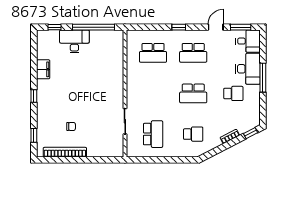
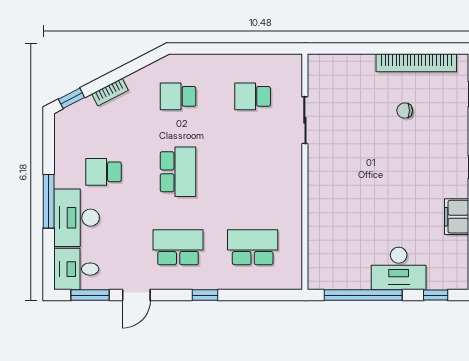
school desk: (193, 93) -> (178, 172), turned 90
school desk: (153, 134) -> (253, 96), width x0.54

